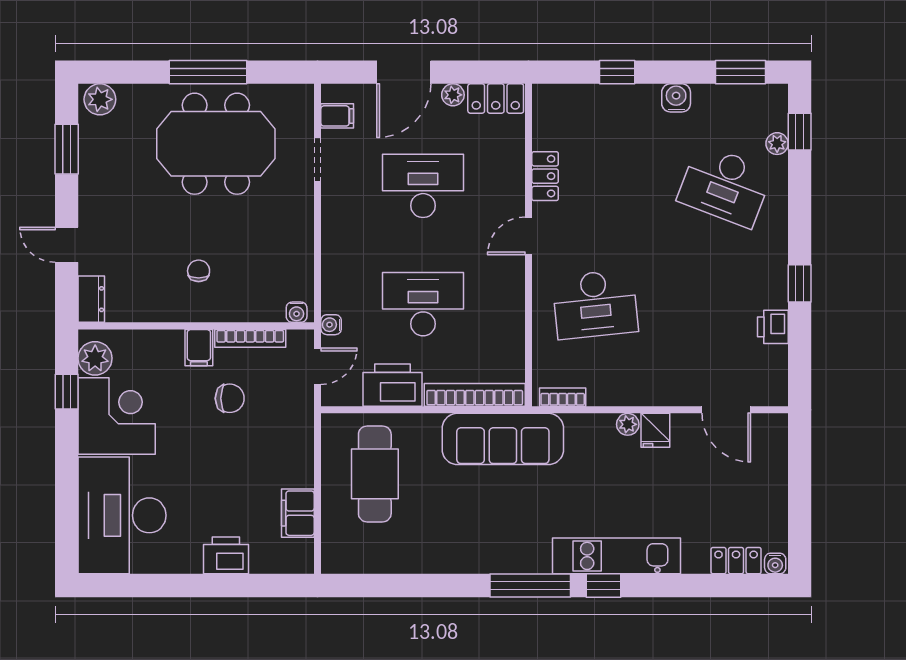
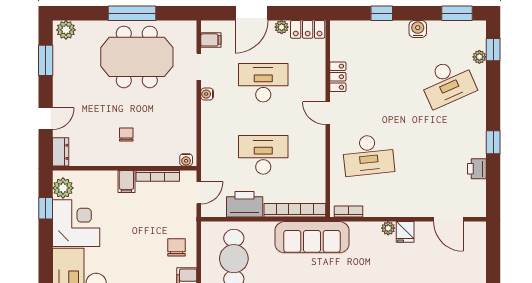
desk: (725, 186) -> (448, 83), turned -45
door: (529, 236) -> (328, 113), hinge flipped
door: (67, 245) -> (46, 119), swing flipped
water cooler: (331, 325) -> (207, 94), moved
chair: (230, 398) -> (177, 247), moved, turned -90

